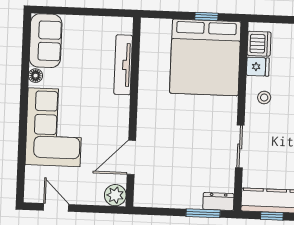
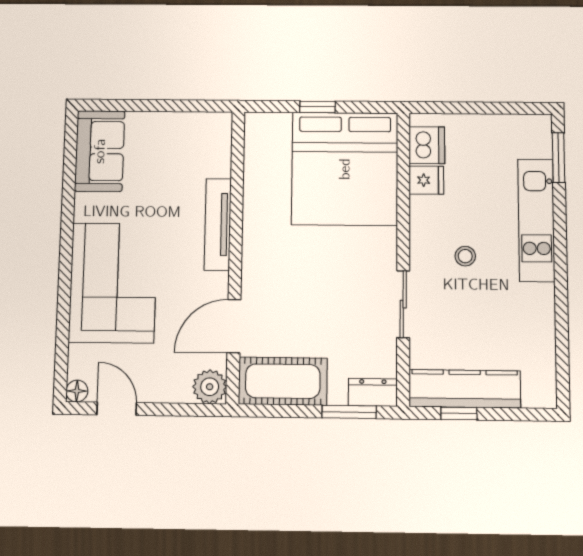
window: (206, 16) -> (317, 107), moved
tv unit: (123, 65) -> (218, 224), moved
floor lamp: (36, 76) -> (77, 391), moved
stool: (264, 98) -> (465, 256), moved
cot: (162, 193) -> (283, 381), added

